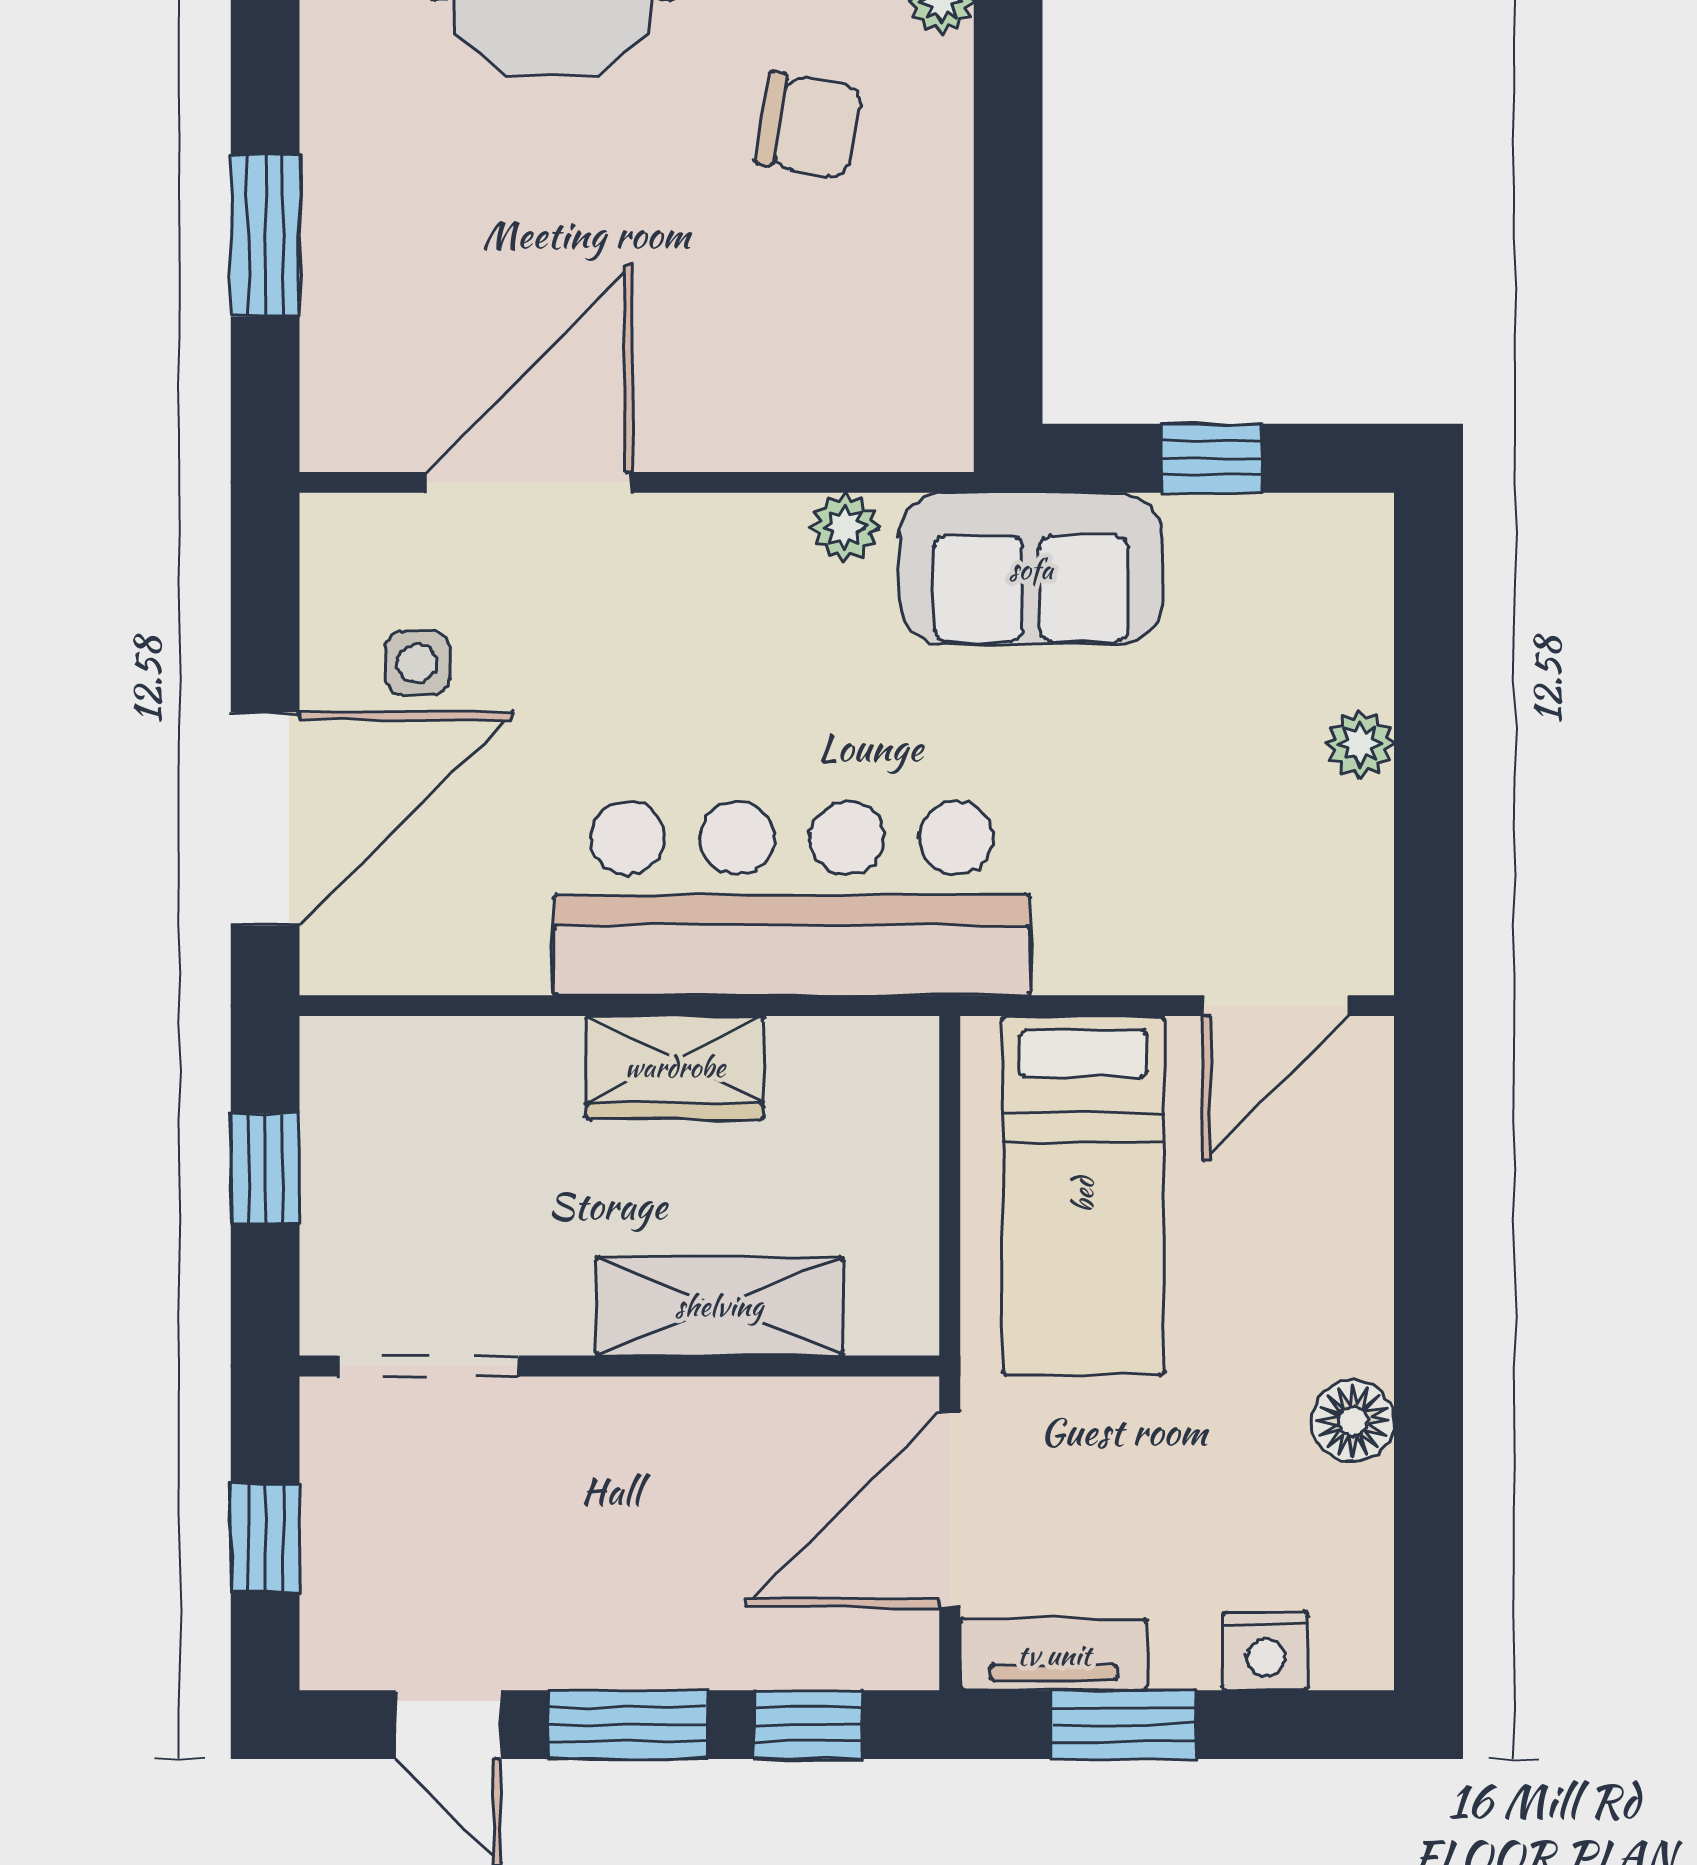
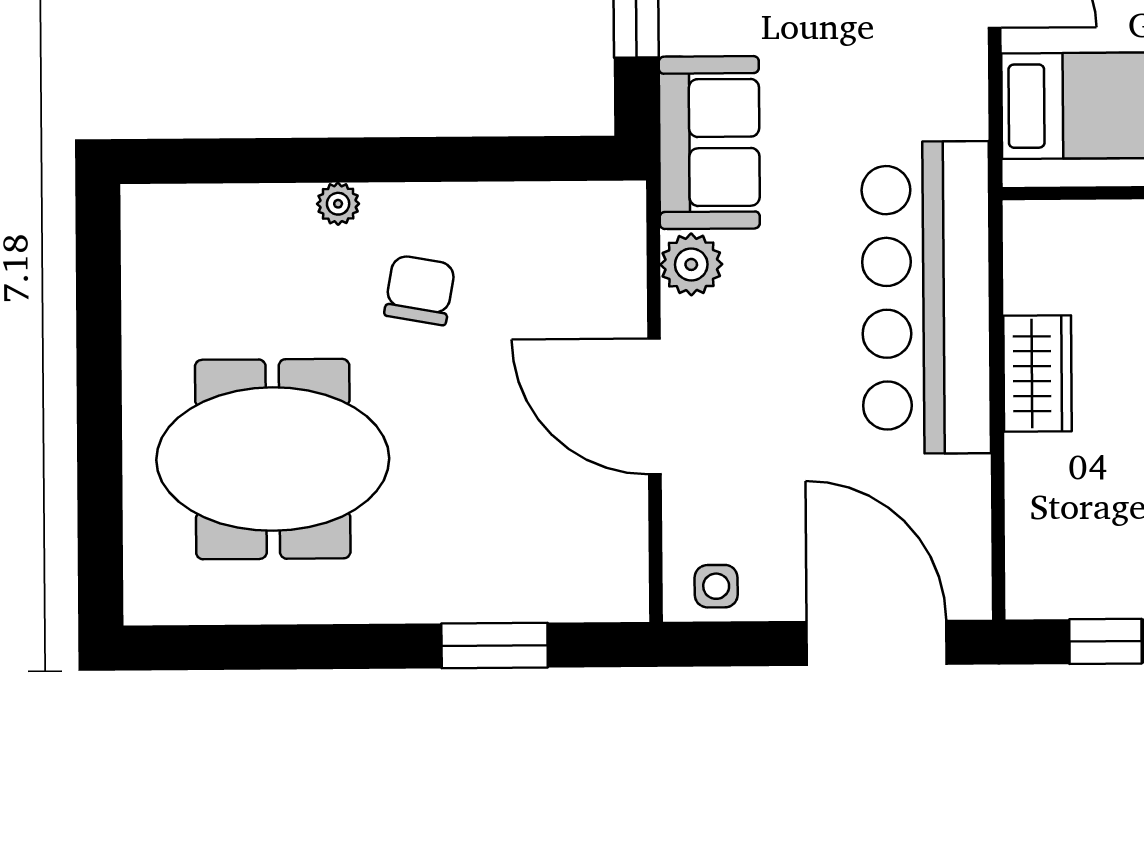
door: (529, 482) -> (654, 406), moved
plant: (845, 527) -> (691, 264), width x1.38, depth x1.38
side table: (417, 663) -> (716, 586), moved

